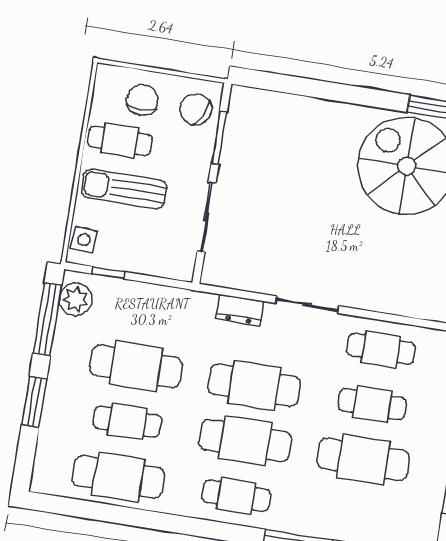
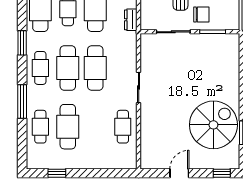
chair: (196, 110) -> (201, 14), moved, turned 64
dresser: (240, 310) -> (131, 20), moved
cafe table: (372, 404) -> (40, 127), moved
window: (180, 525) -> (22, 43), added

